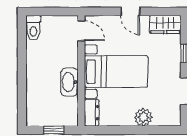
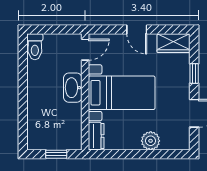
door: (81, 31) -> (85, 50), hinge flipped
washbasin: (69, 82) -> (73, 88), moved

